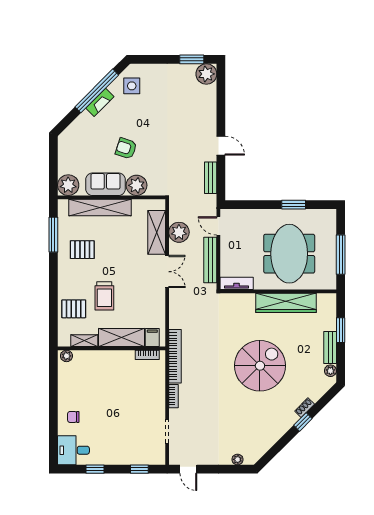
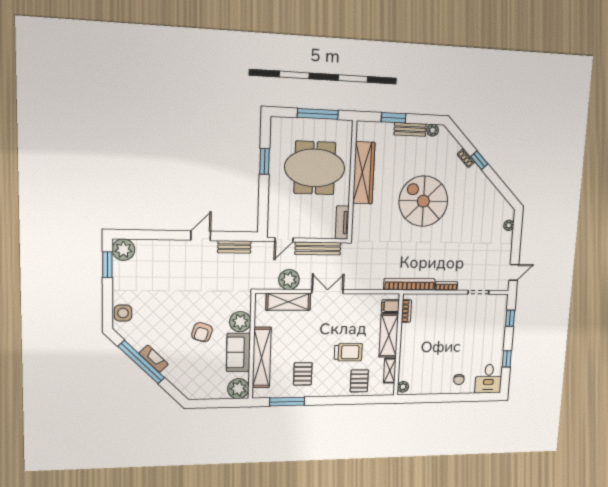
side table: (132, 86) -> (123, 313), moved

